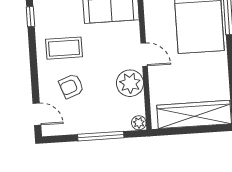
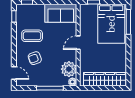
door: (144, 55) -> (78, 43), swing flipped
plant: (130, 83) -> (69, 69), moved

